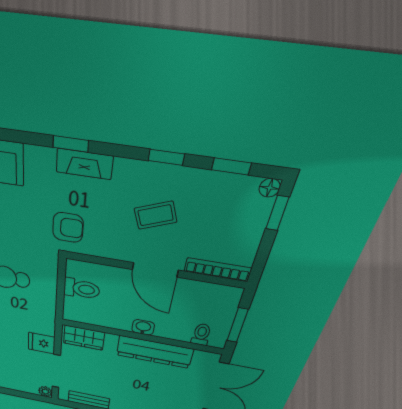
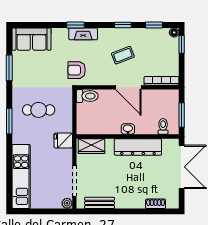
armchair: (68, 228) -> (77, 70), turned 180
toilet: (82, 289) -> (87, 96), moved
fridge: (42, 343) -> (63, 141), moved

